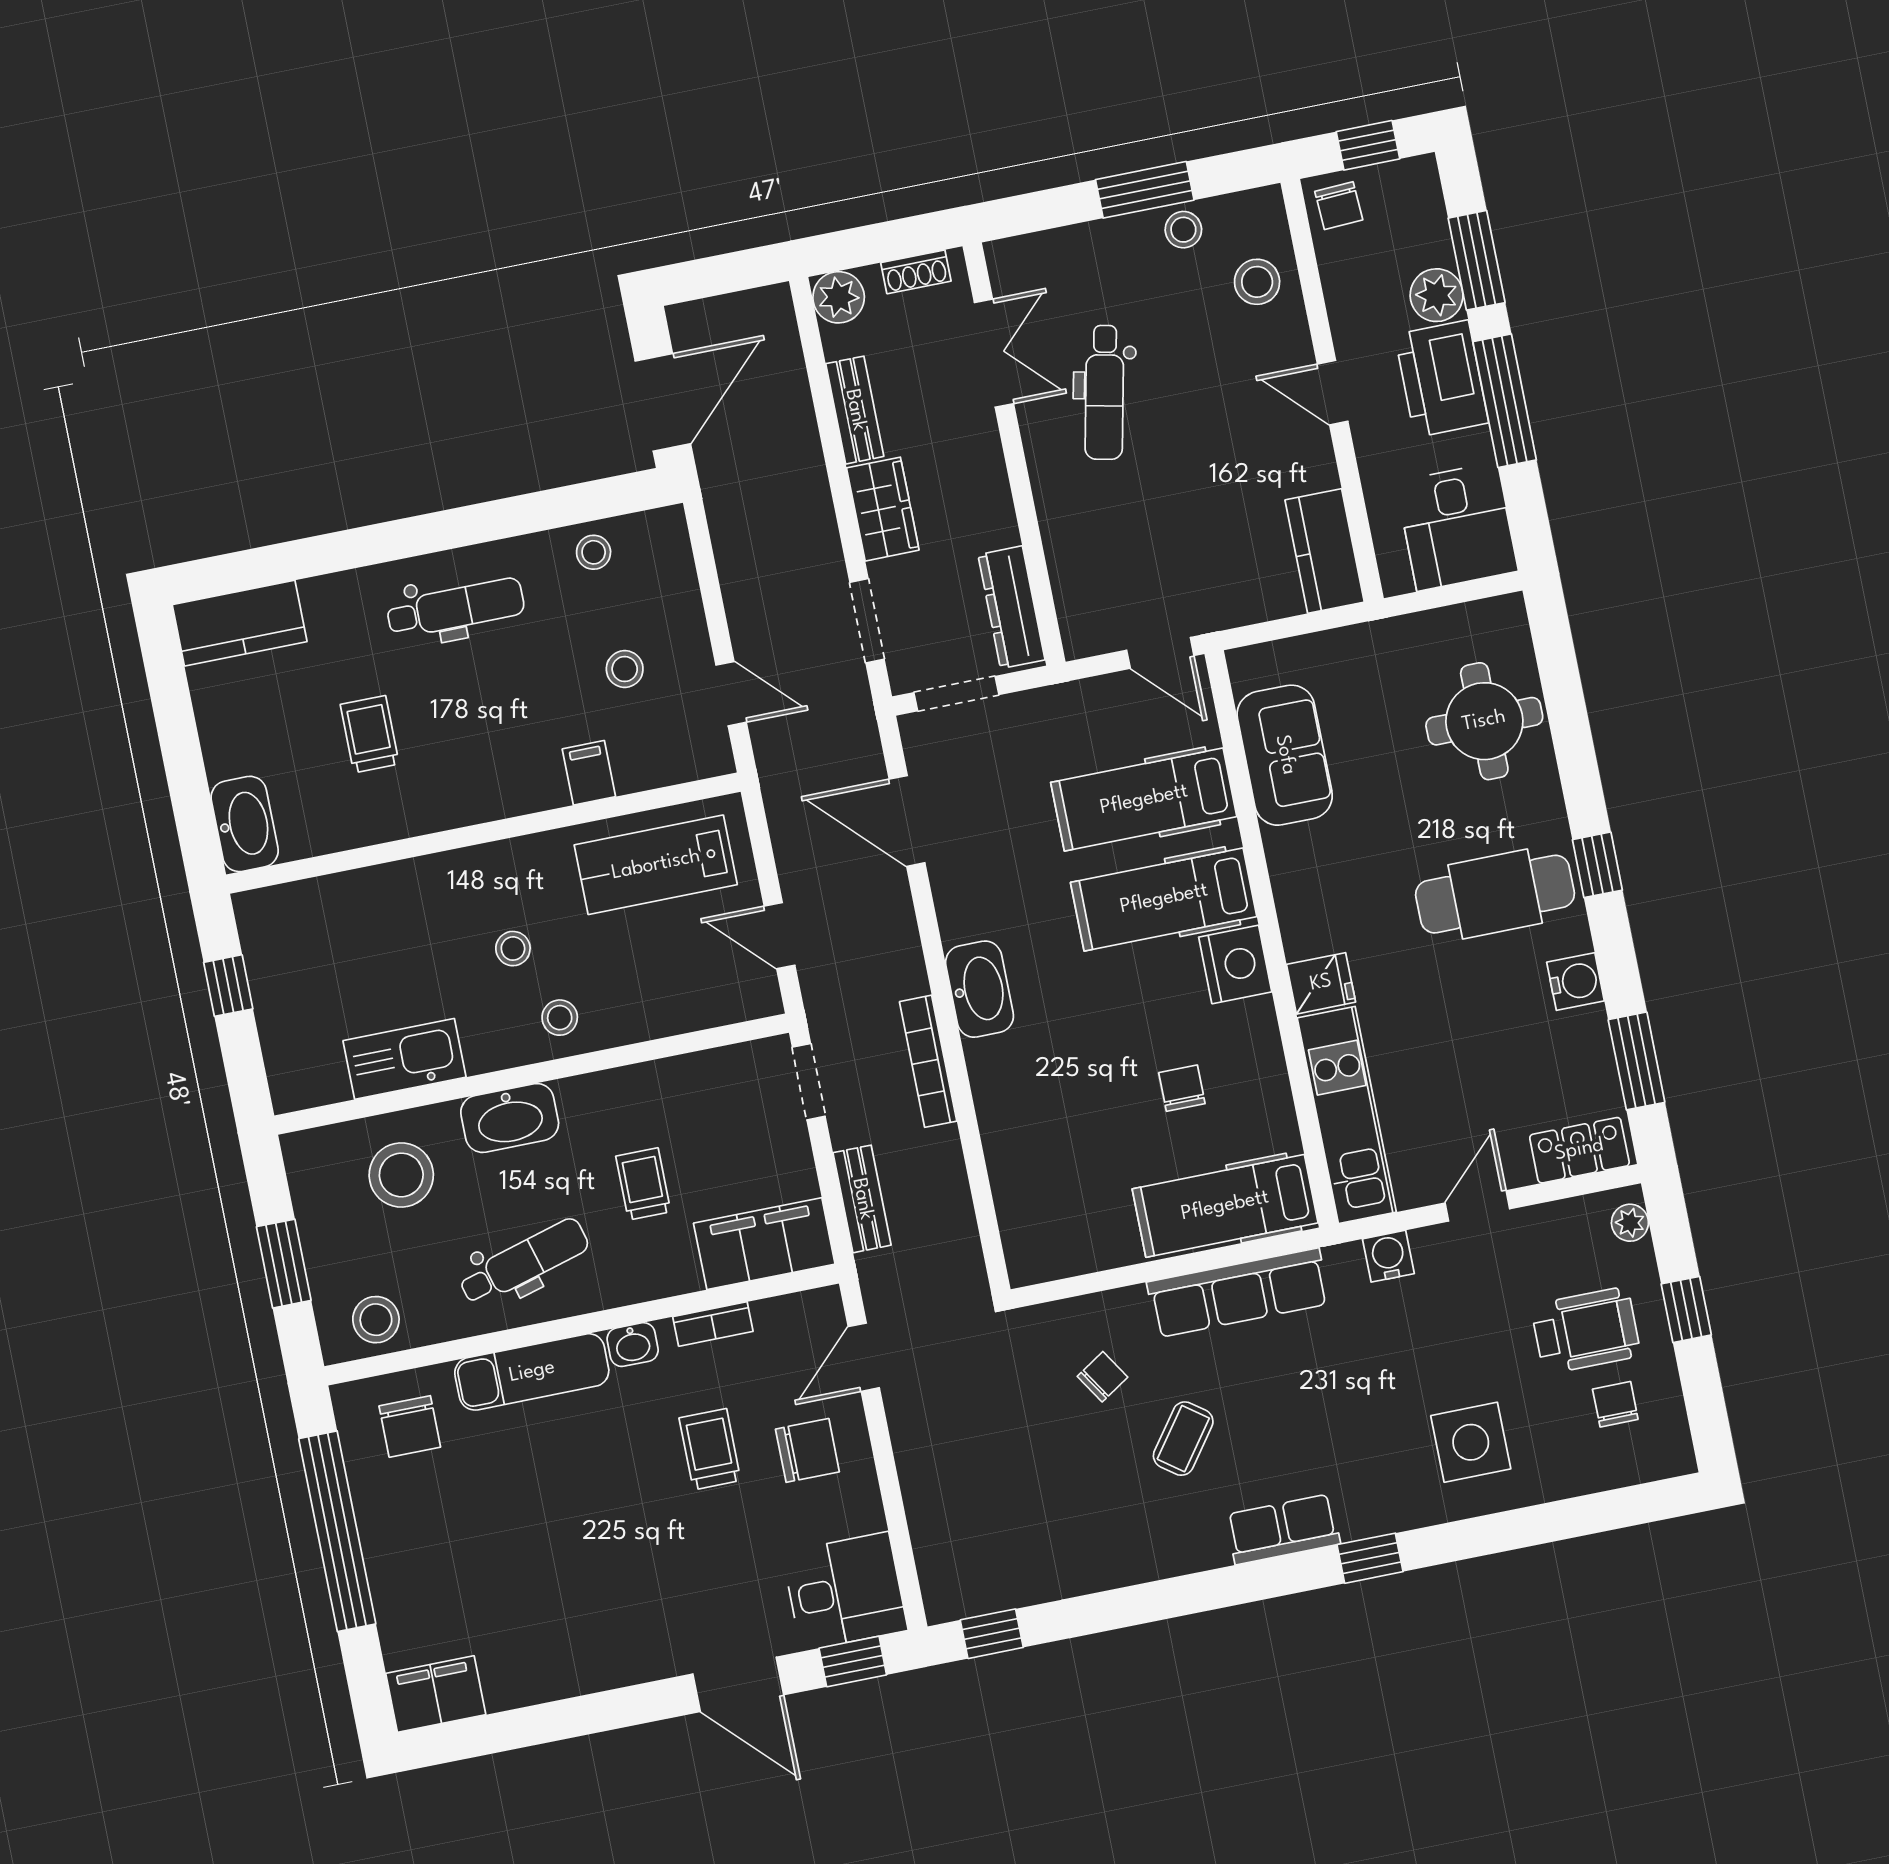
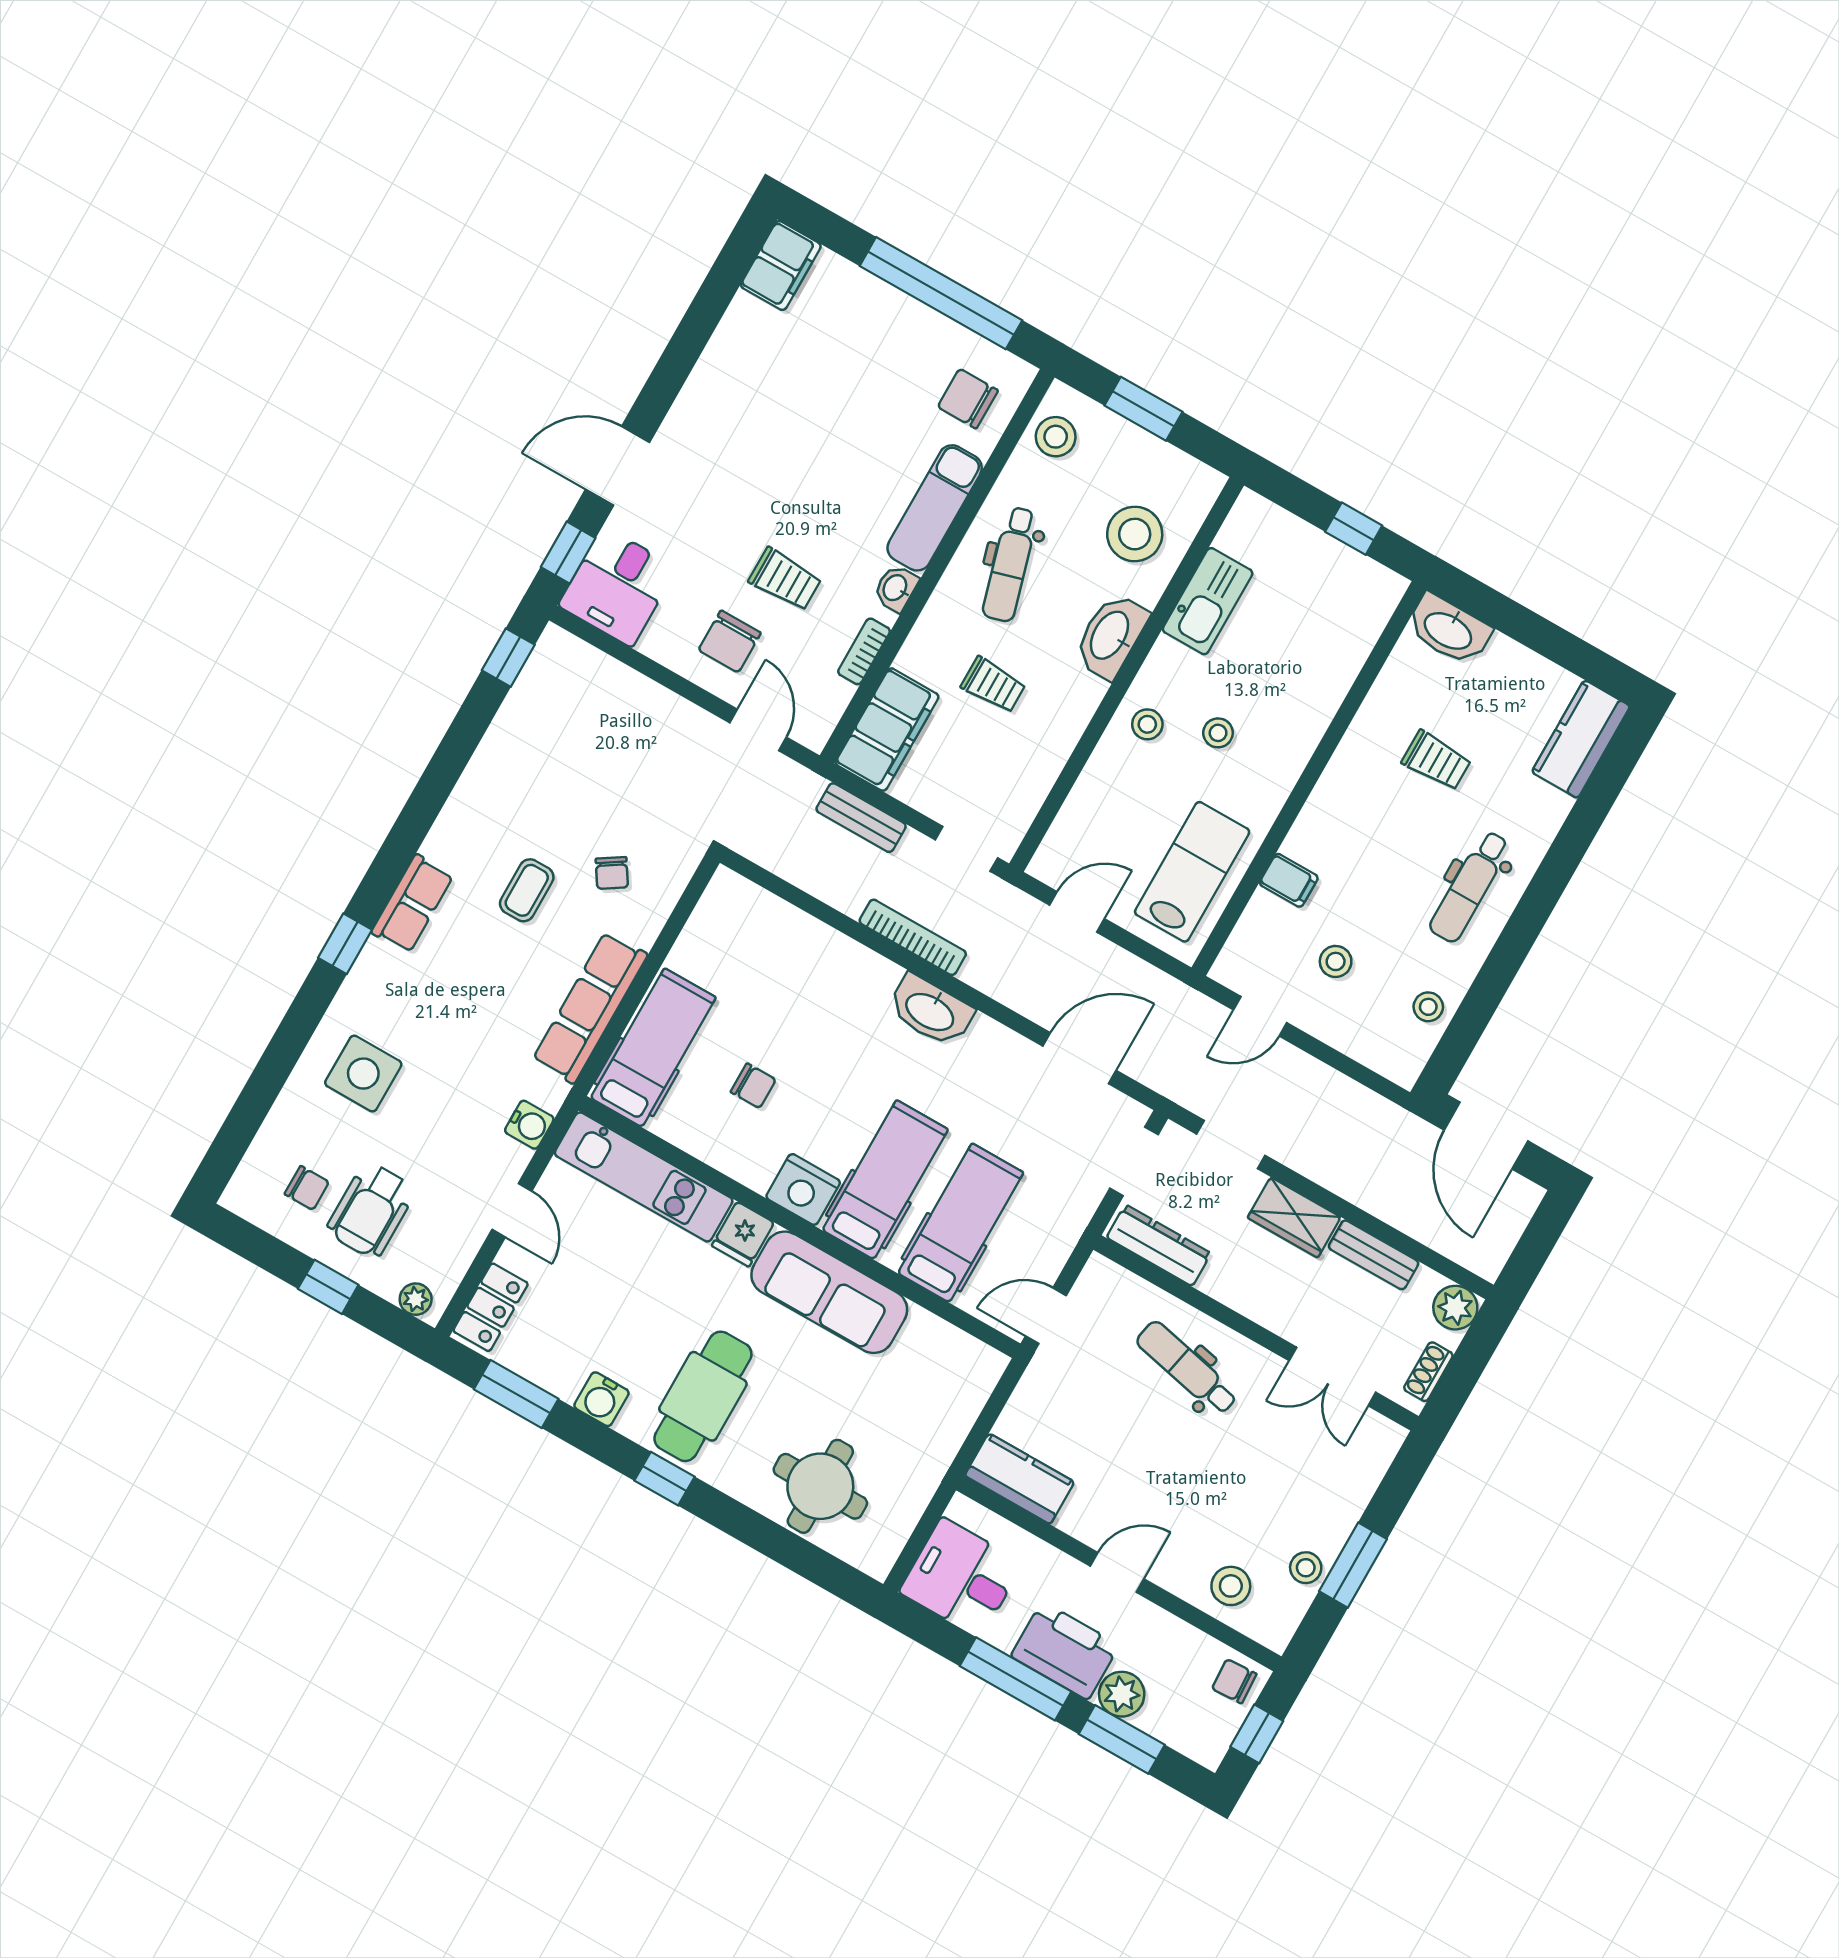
dental chair: (1104, 392) -> (1187, 1368), moved
sofa: (1285, 755) -> (829, 1292), moved, width x1.36
coffee table: (1183, 1439) -> (527, 890), turned 54

